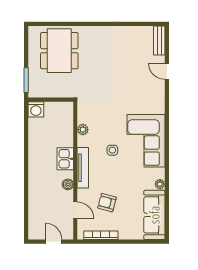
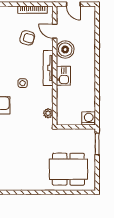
dining table: (59, 51) -> (68, 169), turned 90
plant: (83, 130) -> (48, 113), moved
boiler: (68, 184) -> (65, 50), width x1.86, depth x1.86

